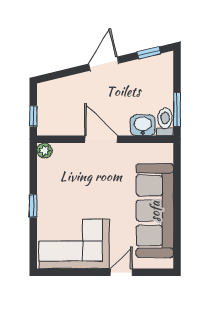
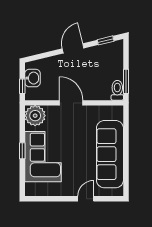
washbasin: (143, 125) -> (32, 78), moved, turned 90
plant: (44, 150) -> (35, 116), width x1.88, depth x1.88
corner sofa: (74, 244) -> (43, 157), moved, turned 90

